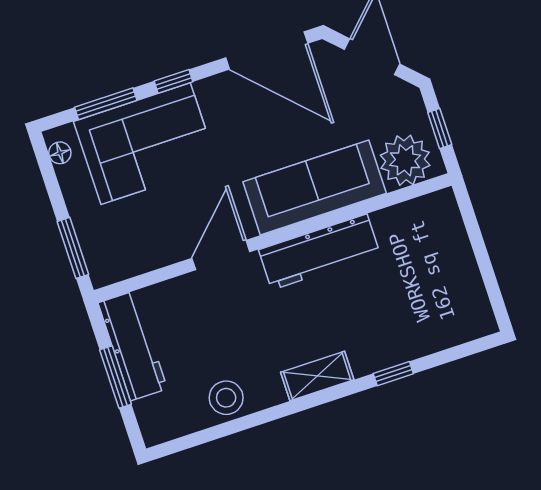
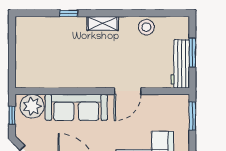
workbench: (319, 252) -> (84, 78), removed

